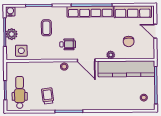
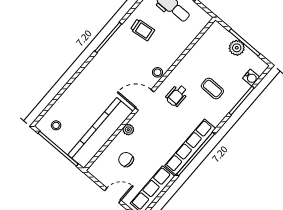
water cooler: (10, 11) -> (251, 78), moved
side table: (21, 51) -> (211, 43), removed

